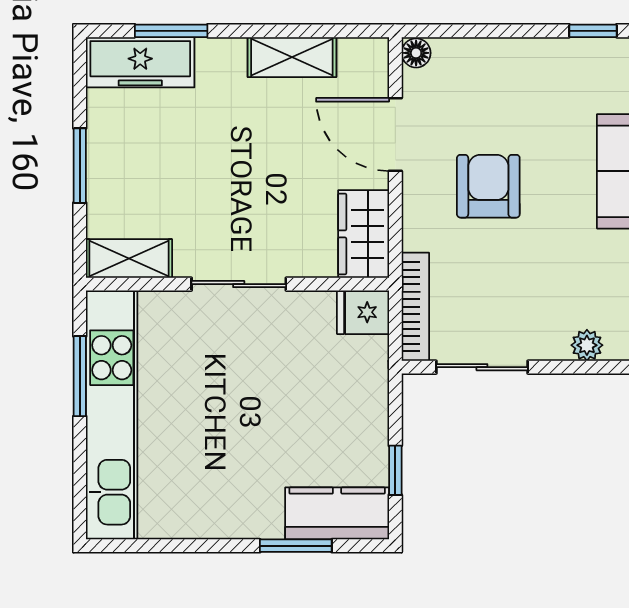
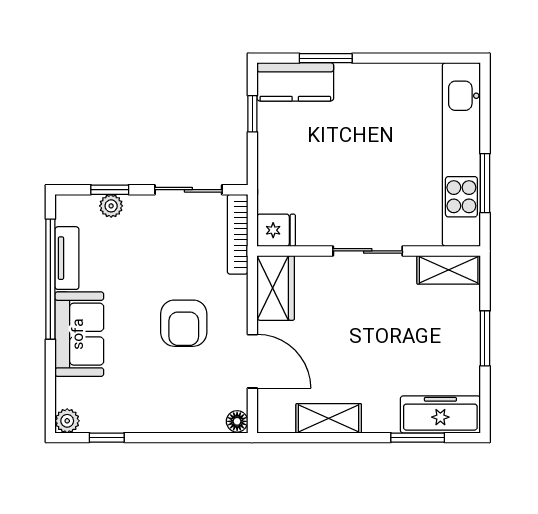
window: (589, 367) -> (110, 190), added

